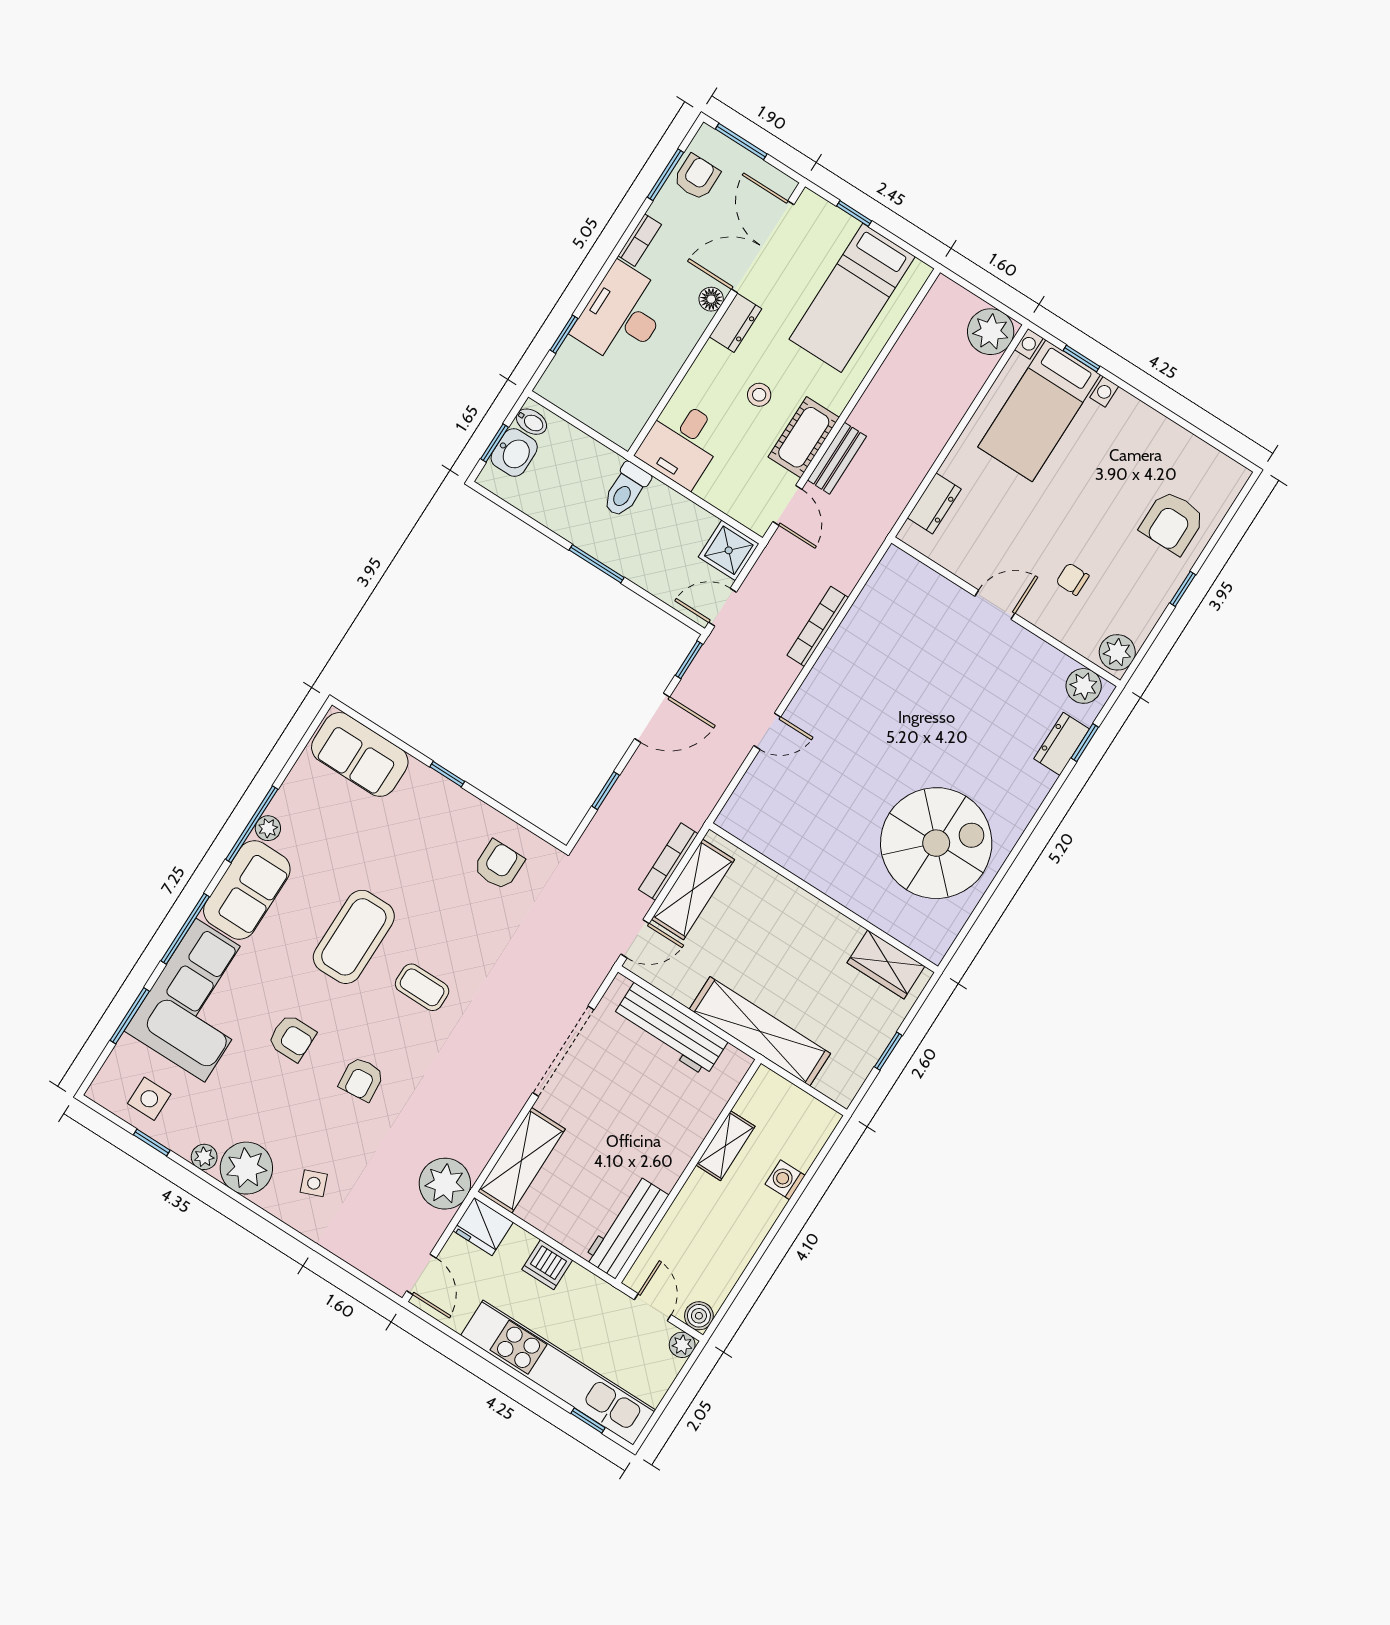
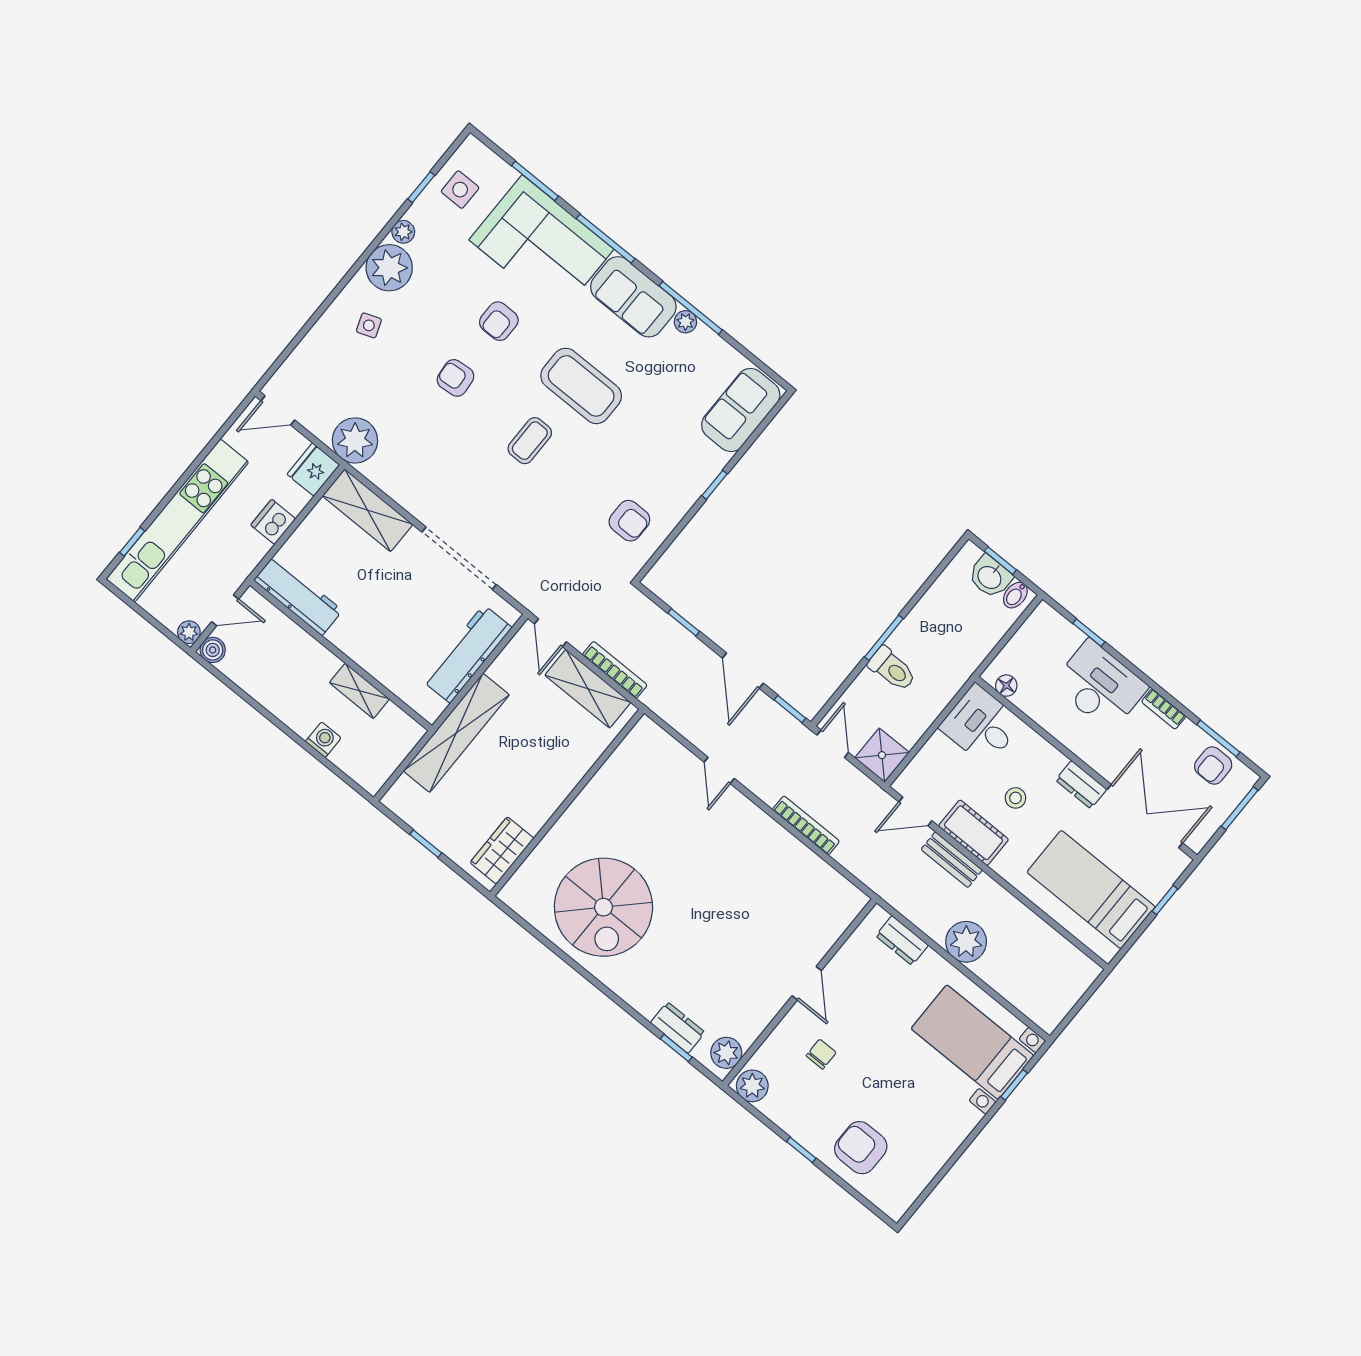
armchair: (697, 177) -> (1213, 766), turned 90
floor lamp: (711, 299) -> (1006, 686), moved
plant: (991, 332) -> (966, 942), moved
toilet: (626, 490) -> (892, 669), moved, turned 180

